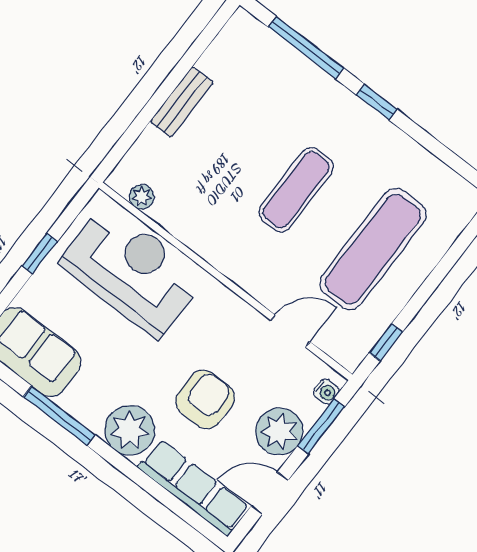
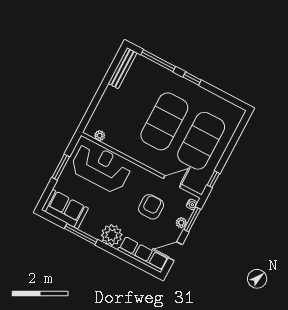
bench: (182, 102) -> (123, 68), moved, width x1.36
exercise mat: (296, 190) -> (164, 121), width x2.00, depth x1.45
exercise mat: (373, 249) -> (201, 141), width x1.47
window: (39, 254) -> (61, 167), width x1.50
armchair: (205, 399) -> (151, 207), moved
plant: (279, 431) -> (181, 223), width x0.53, depth x0.53

